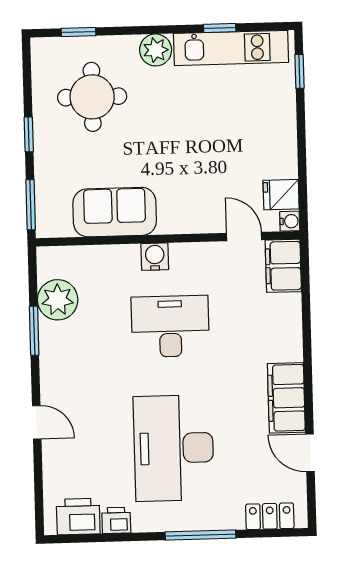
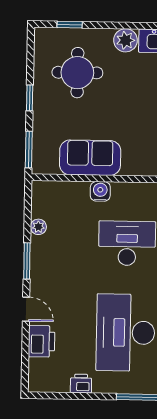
water cooler: (155, 257) -> (100, 191), moved
plant: (58, 300) -> (38, 227), width x0.53, depth x0.53
window: (34, 331) -> (27, 261), moved
printer: (78, 517) -> (41, 341), moved, turned 90

